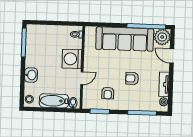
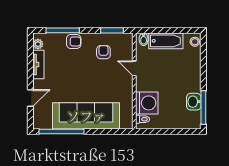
plant: (162, 37) -> (42, 120), removed
door: (172, 56) -> (30, 98), hinge flipped
washing machine: (72, 59) -> (147, 103), moved
washbasin: (31, 75) -> (194, 102), moved
door: (82, 78) -> (134, 68), hinge flipped
armchair: (132, 78) -> (74, 41), moved

